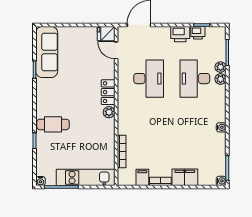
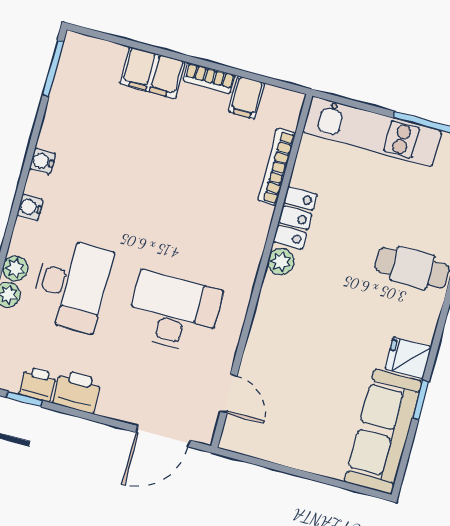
fridge: (106, 34) -> (408, 358), moved, turned 180
desk: (149, 79) -> (174, 312), turned 90
locker: (108, 92) -> (295, 218), moved
water cooler: (221, 181) -> (30, 207), moved

